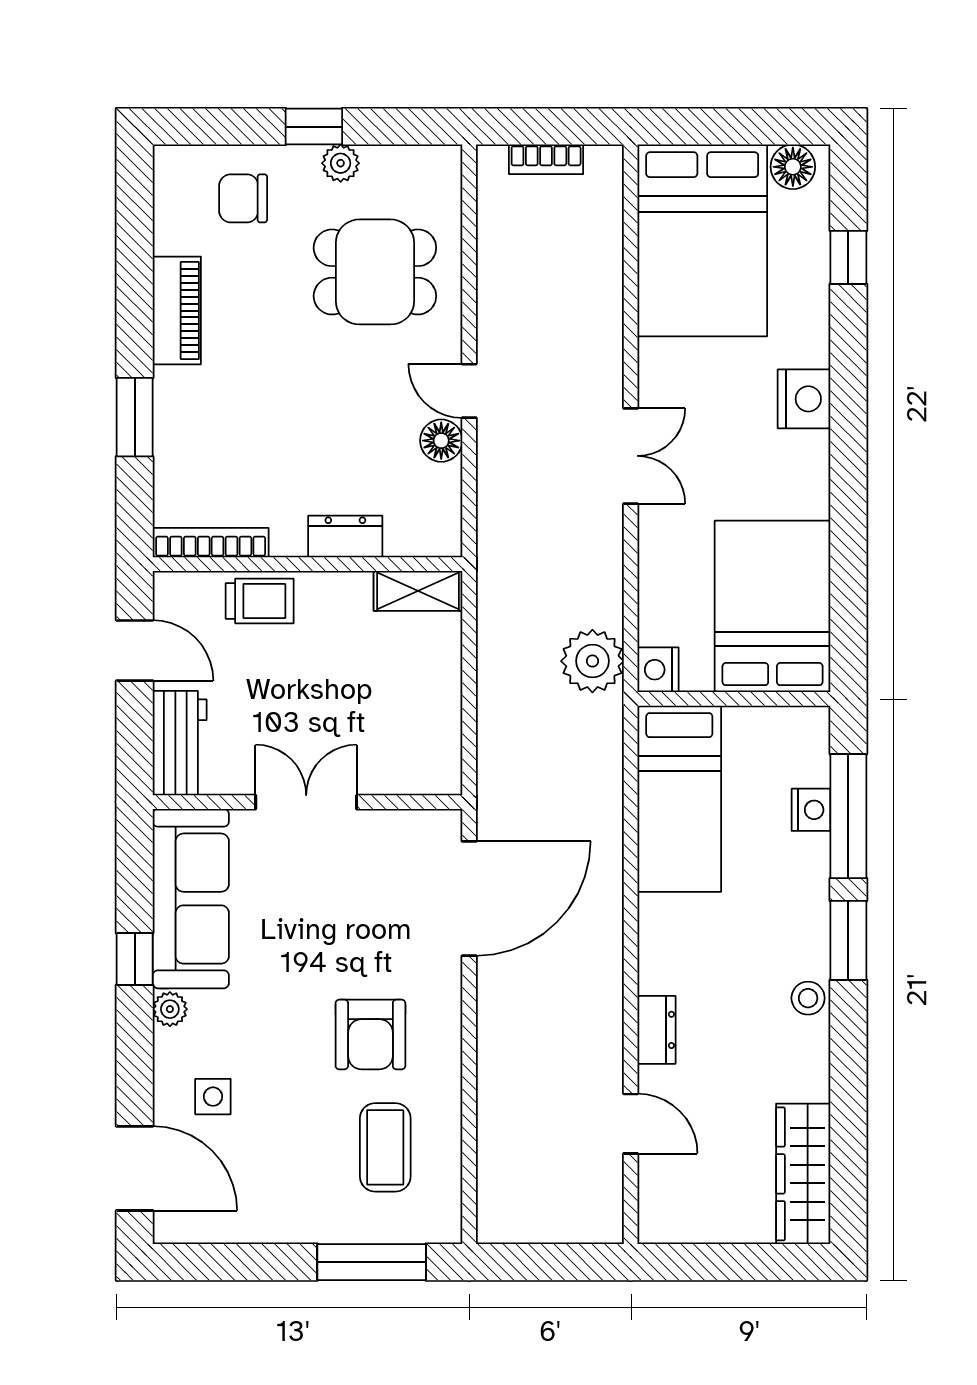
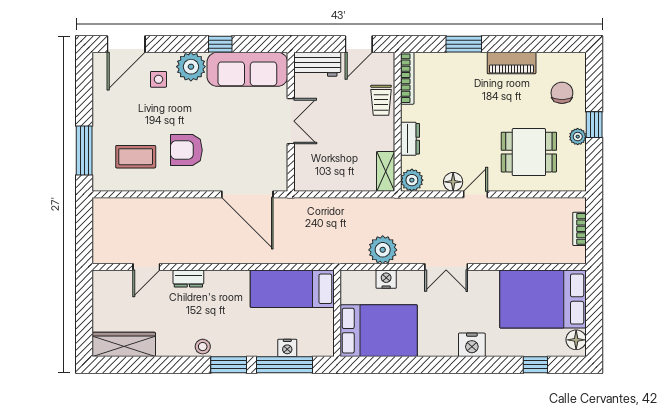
dining table: (375, 272) -> (529, 152), turned 90
plant: (437, 532) -> (412, 180), added
plant: (592, 661) -> (383, 250), moved
nightstand: (658, 670) -> (386, 279), moved
plant: (170, 1009) -> (191, 67), width x1.87, depth x1.87

